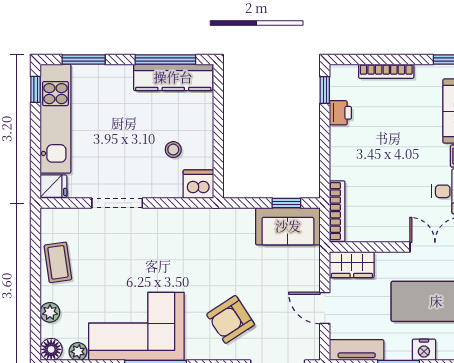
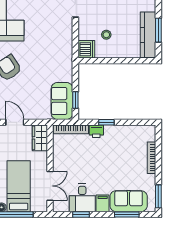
window: (165, 60) -> (158, 30), width x0.69
window: (325, 90) -> (106, 122), moved
printer: (340, 113) -> (96, 131), moved
door: (325, 308) -> (15, 122), hinge flipped

